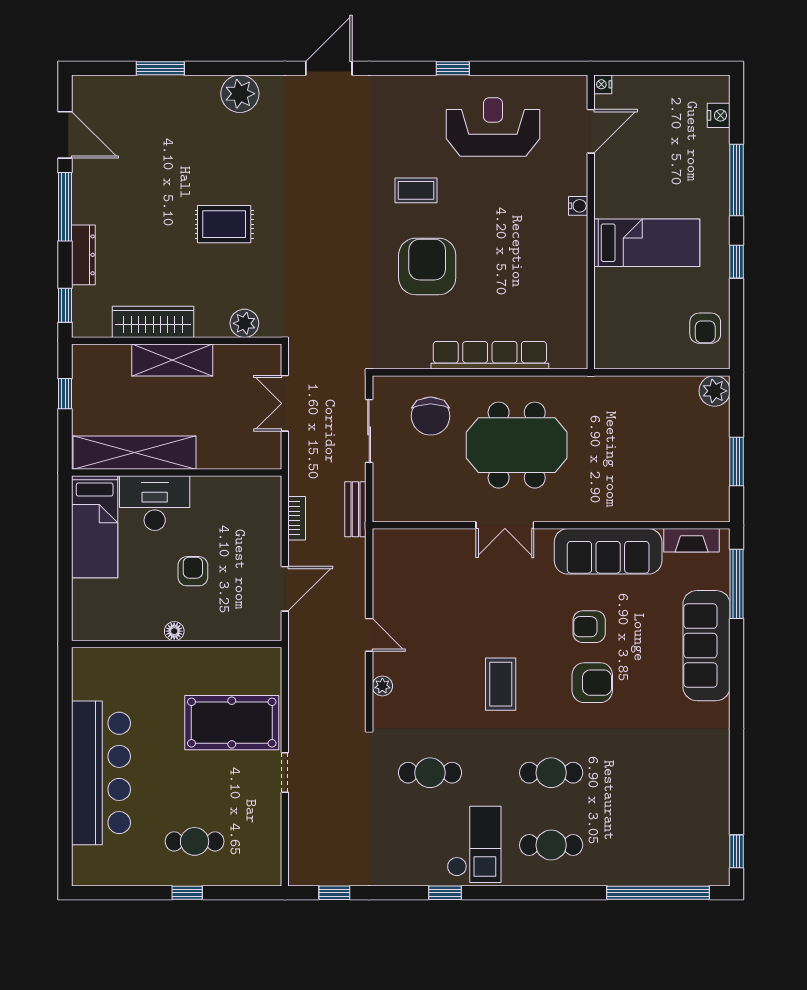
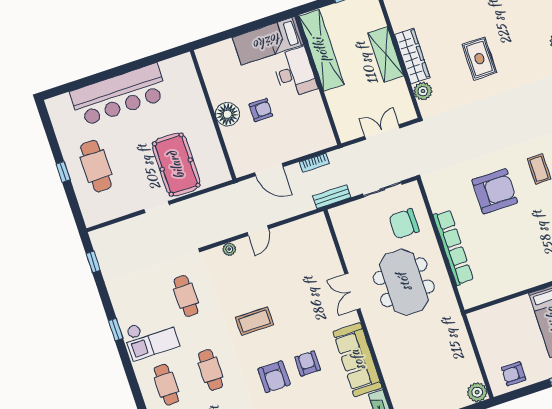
wardrobe: (153, 322) -> (412, 56), moved
floor lamp: (174, 631) -> (227, 114), width x1.89, depth x1.89
cafe table: (195, 841) -> (96, 166), width x1.37, depth x1.35

